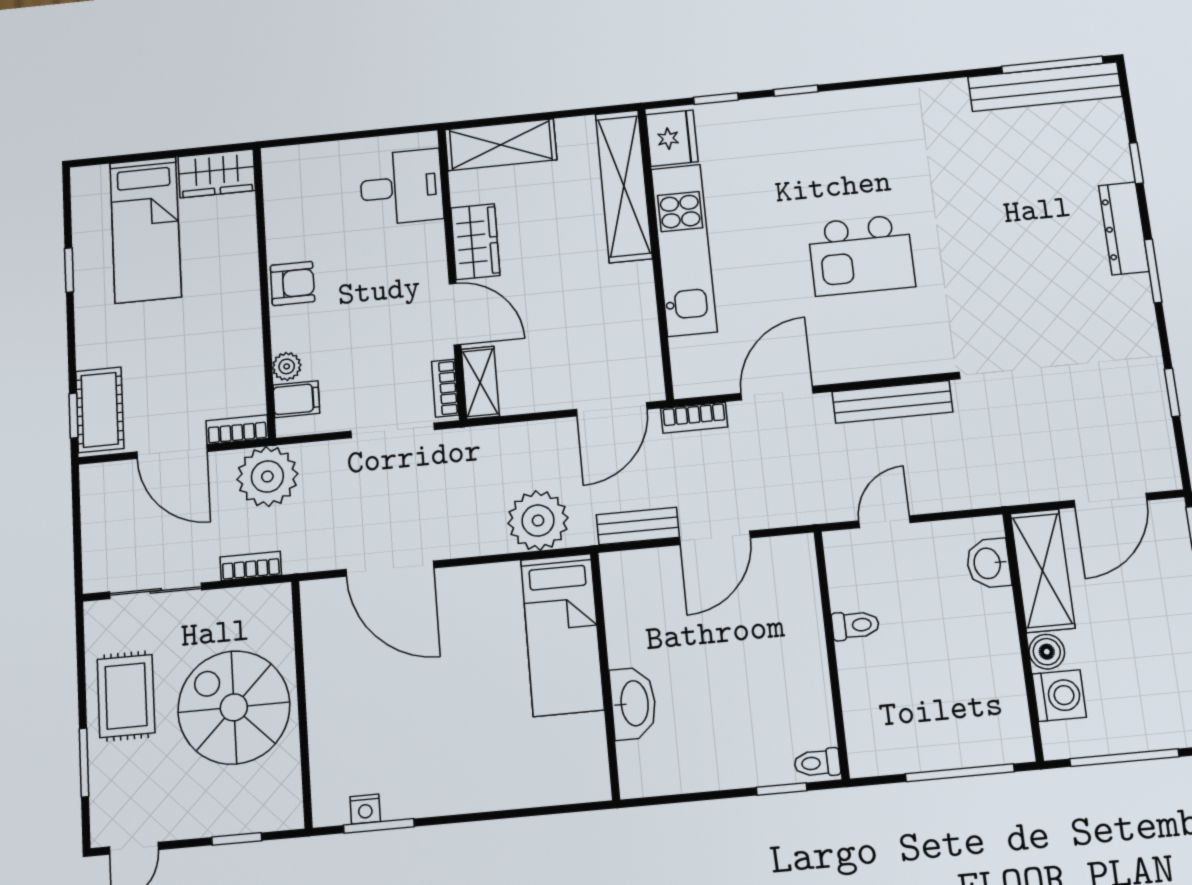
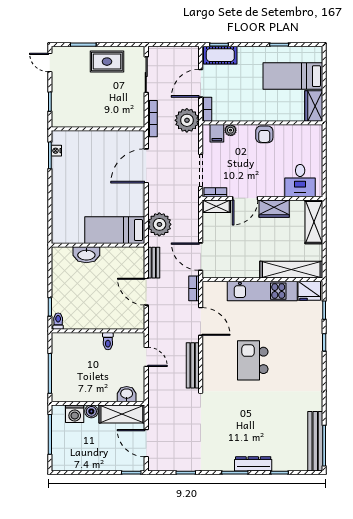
bookcase: (251, 566) -> (152, 119), width x1.56
spiral stairs: (234, 707) -> (99, 103), removed

